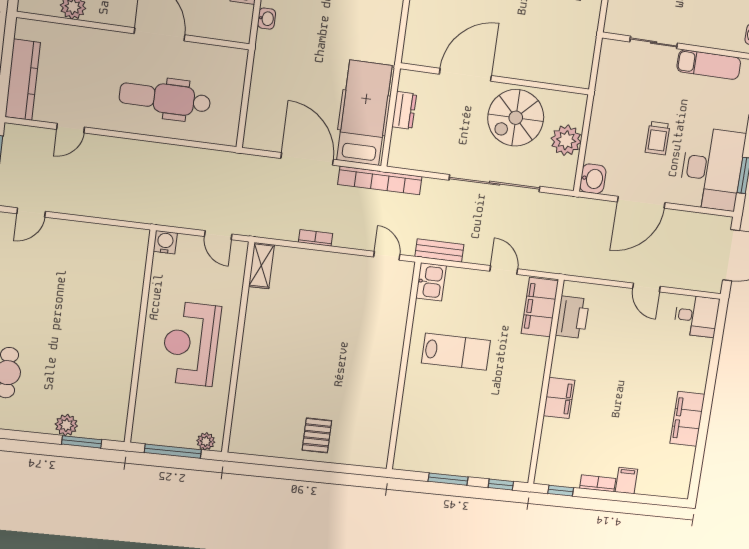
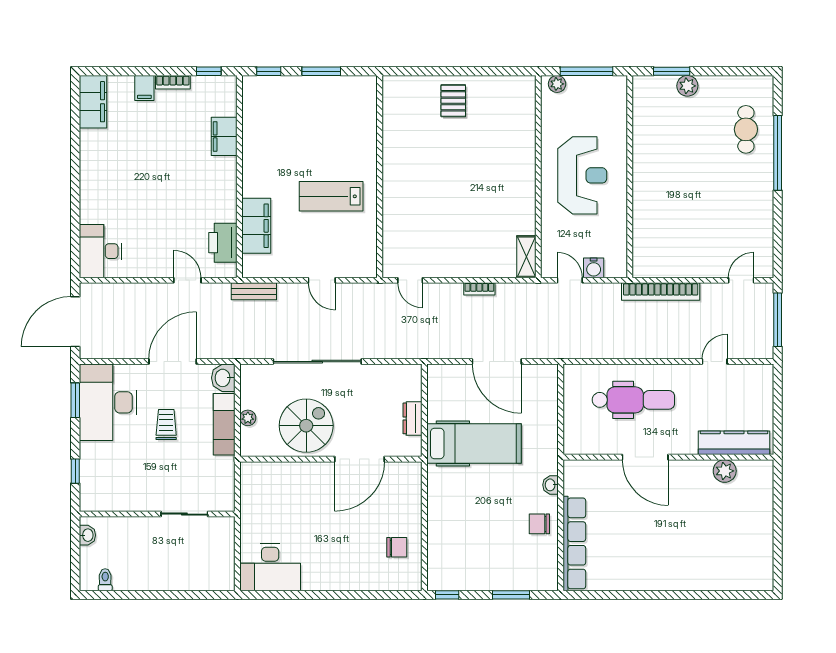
exam couch: (709, 65) -> (224, 424), moved, turned -90
kitchen counter: (23, 80) -> (734, 443), moved, turned 90
hospital bed: (364, 113) -> (474, 444), moved, turned -90
plant: (566, 140) -> (248, 418), width x0.53, depth x0.53
bookcase: (380, 180) -> (661, 292), moved, turned 180
water cooler: (165, 242) -> (594, 268), moved
bench: (439, 251) -> (254, 291), moved
door: (504, 270) -> (322, 280), moved
kitchen sink: (431, 282) -> (365, 261), removed
door: (646, 287) -> (187, 280), moved
filing cabinet: (540, 307) -> (256, 226), moved
desk: (696, 316) -> (100, 251), width x1.37
filing cabinet: (559, 398) -> (224, 136), moved
filing cabinet: (687, 419) -> (93, 102), moved

